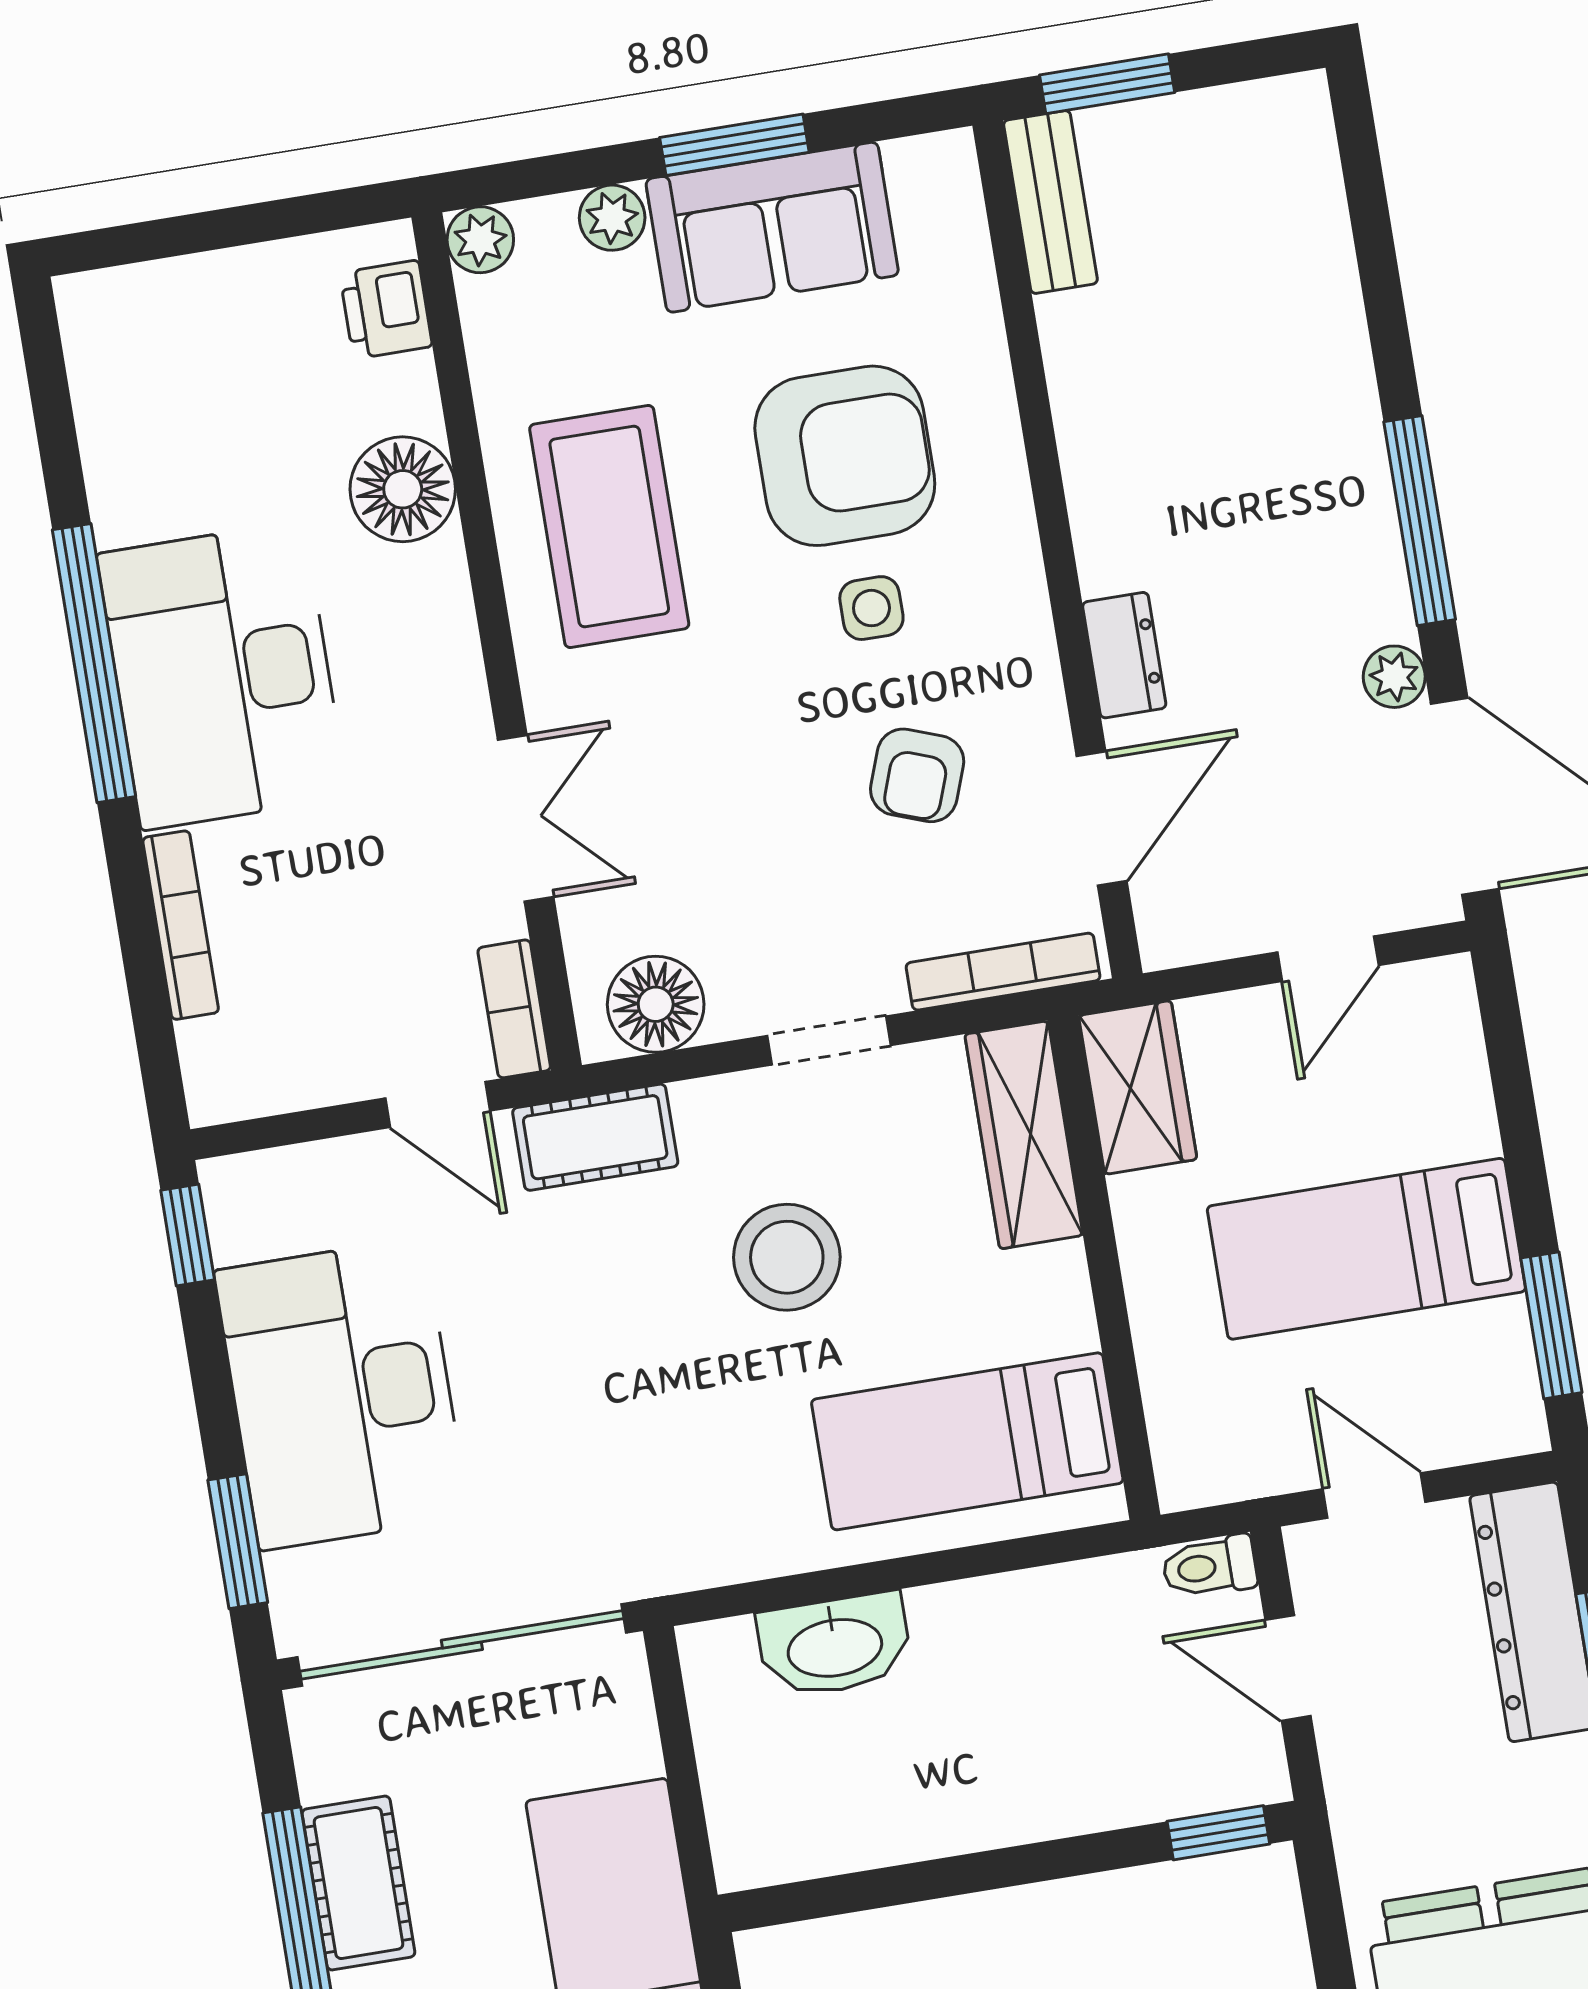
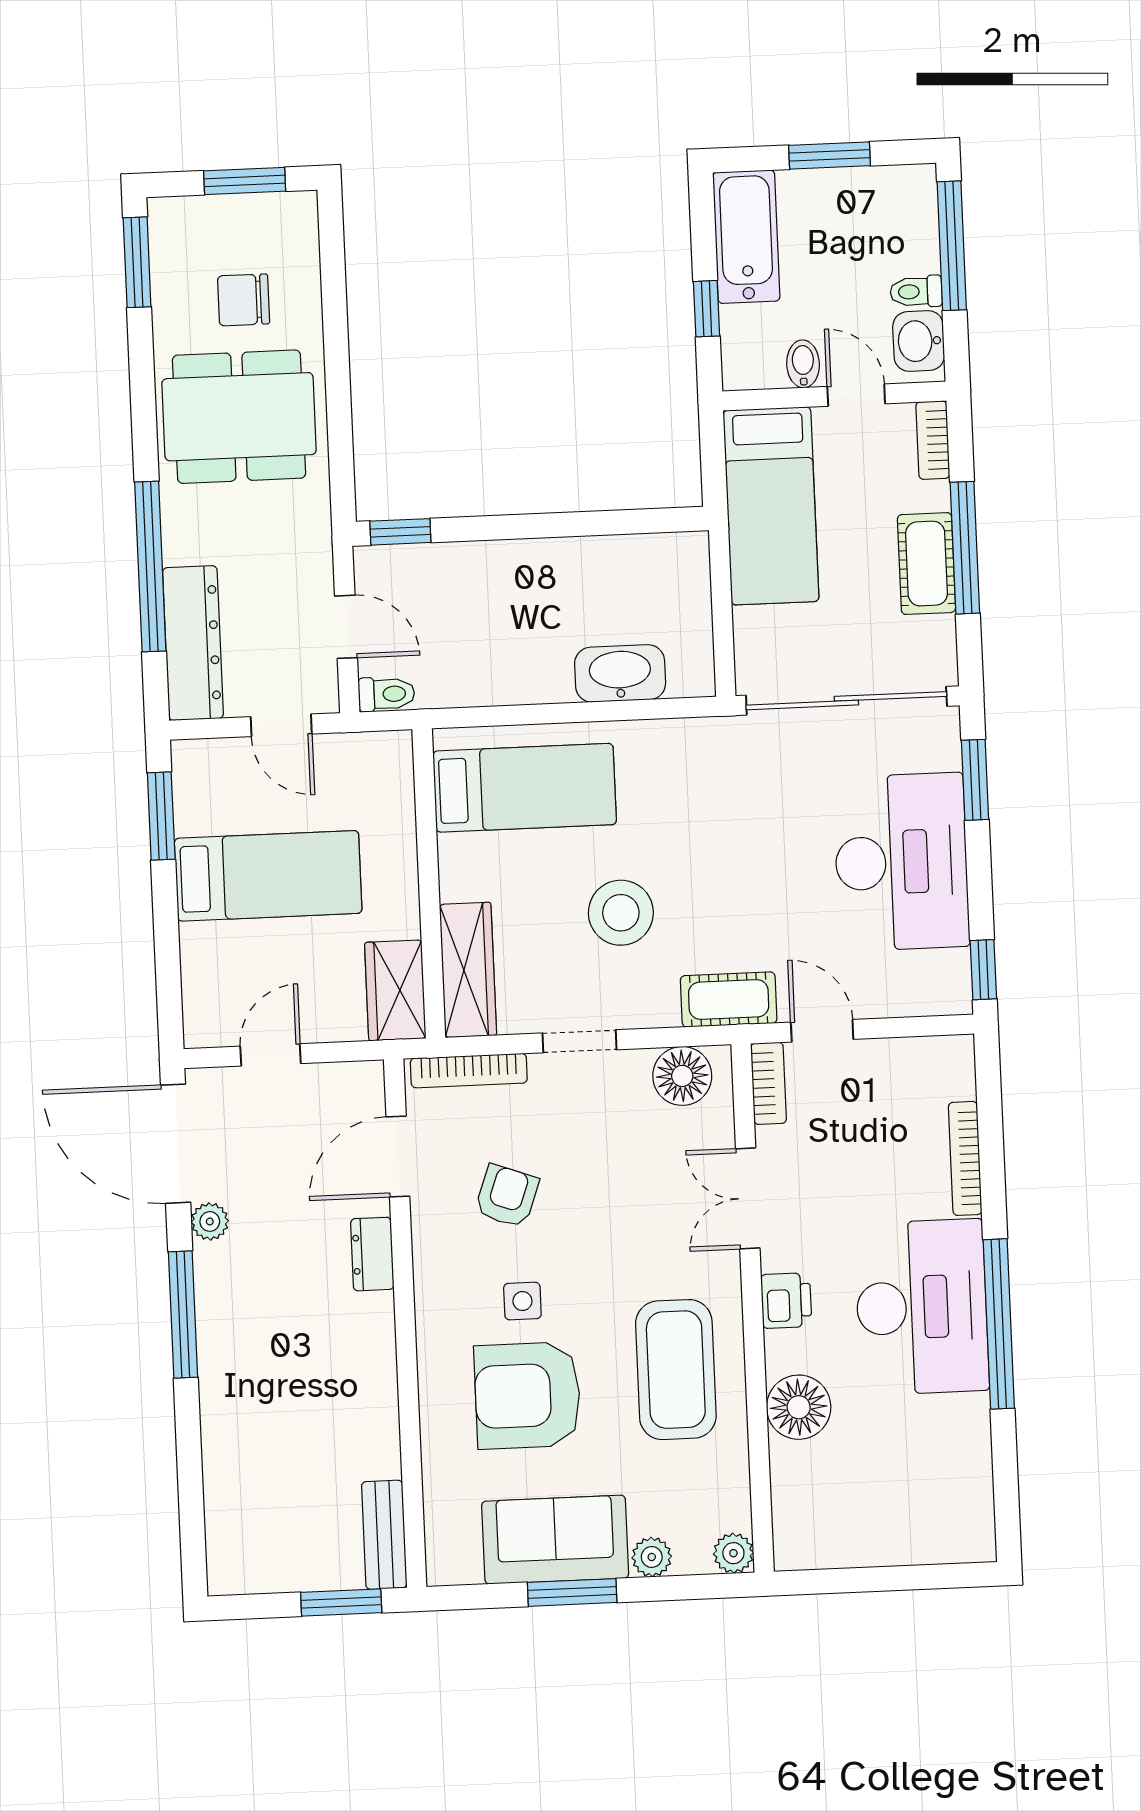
printer: (386, 310) -> (786, 1301), moved

